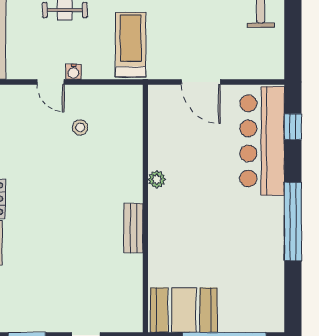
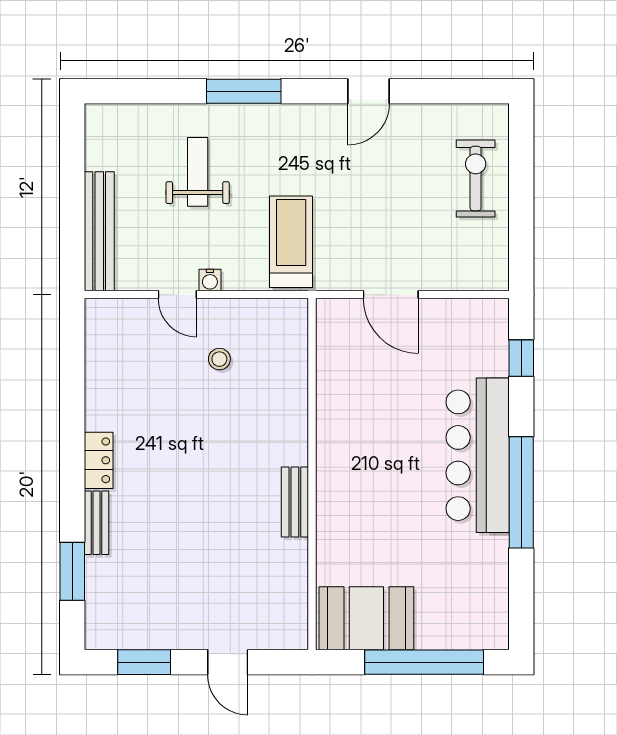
bar counter: (262, 141) -> (478, 455), moved
plant: (157, 179) -> (328, 433), removed

